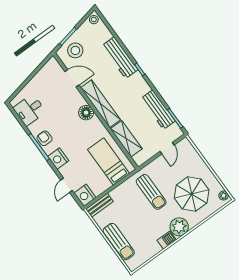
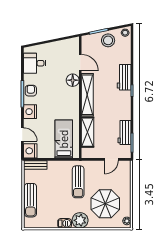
stool: (75, 50) -> (108, 40), moved
workbench: (120, 58) -> (124, 77), width x0.73
workbench: (158, 110) -> (124, 133), width x0.73
floor lamp: (86, 113) -> (73, 80), moved
door: (67, 185) -> (22, 134), swing flipped

